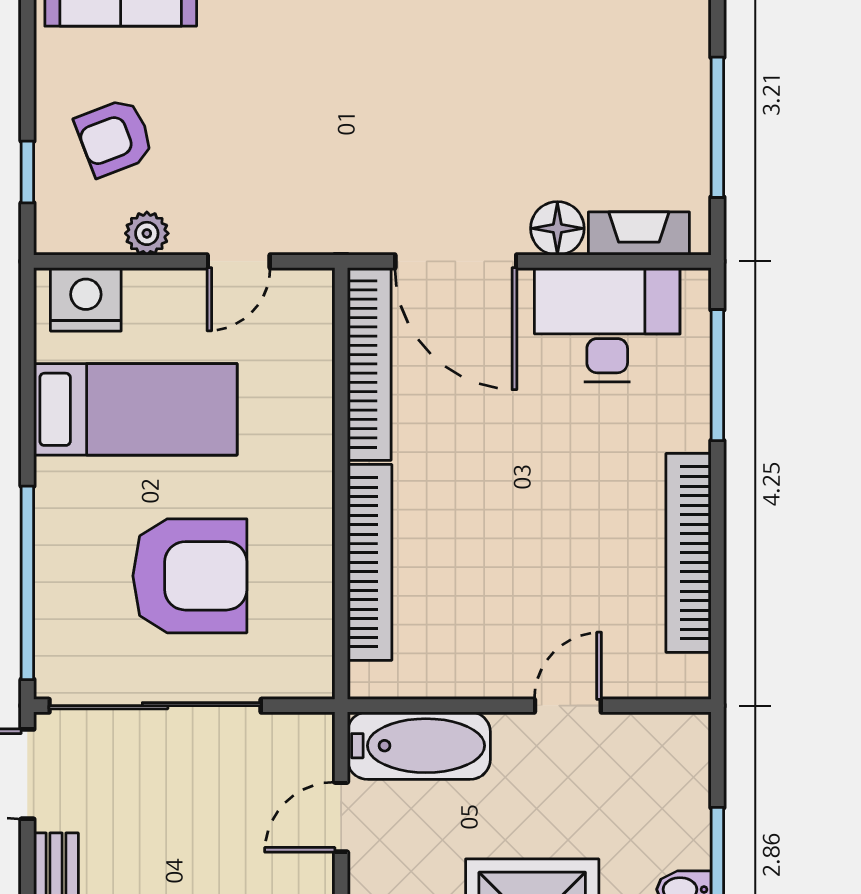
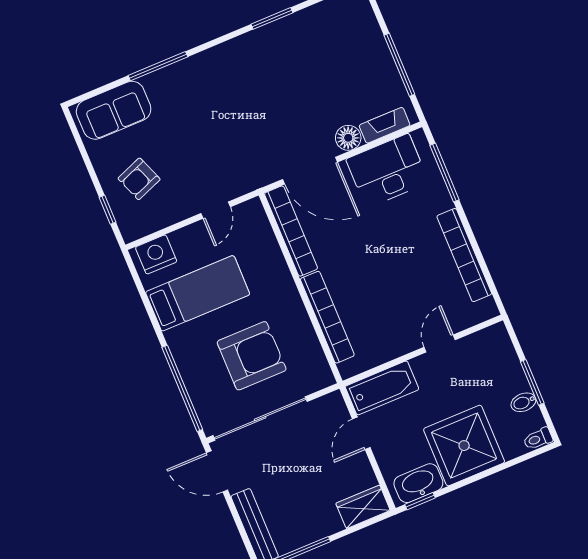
plant: (147, 233) -> (171, 215), removed

